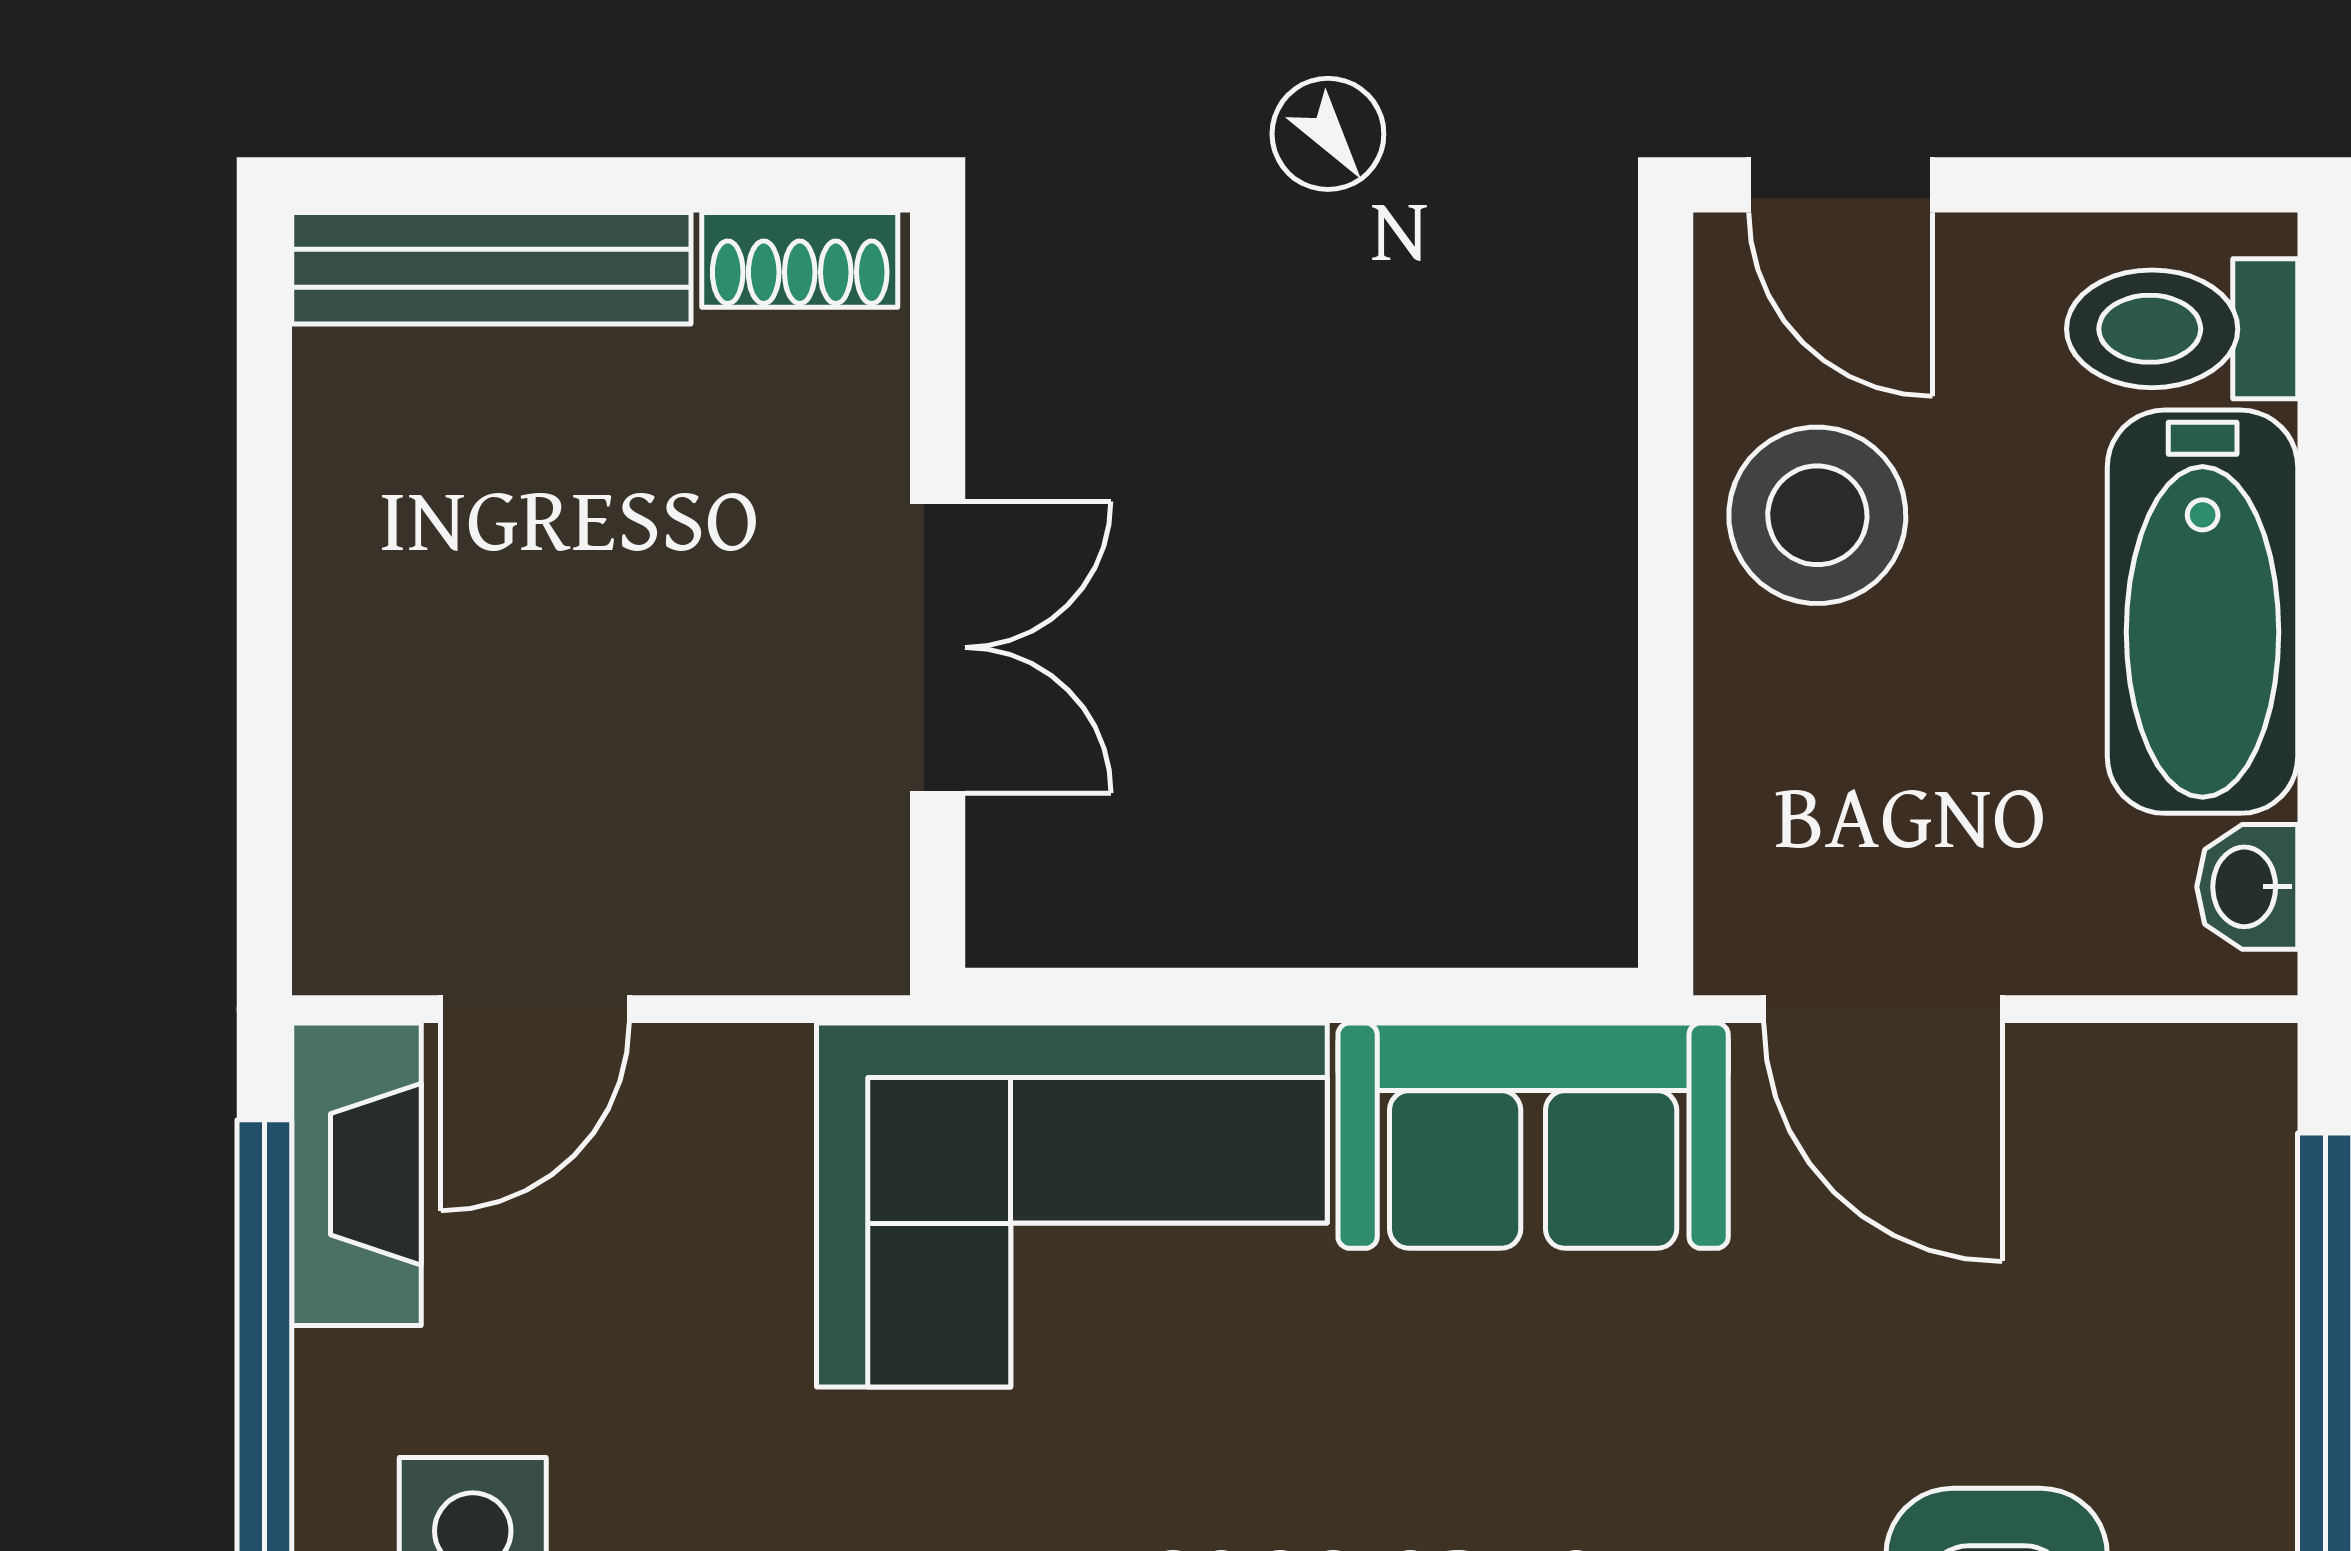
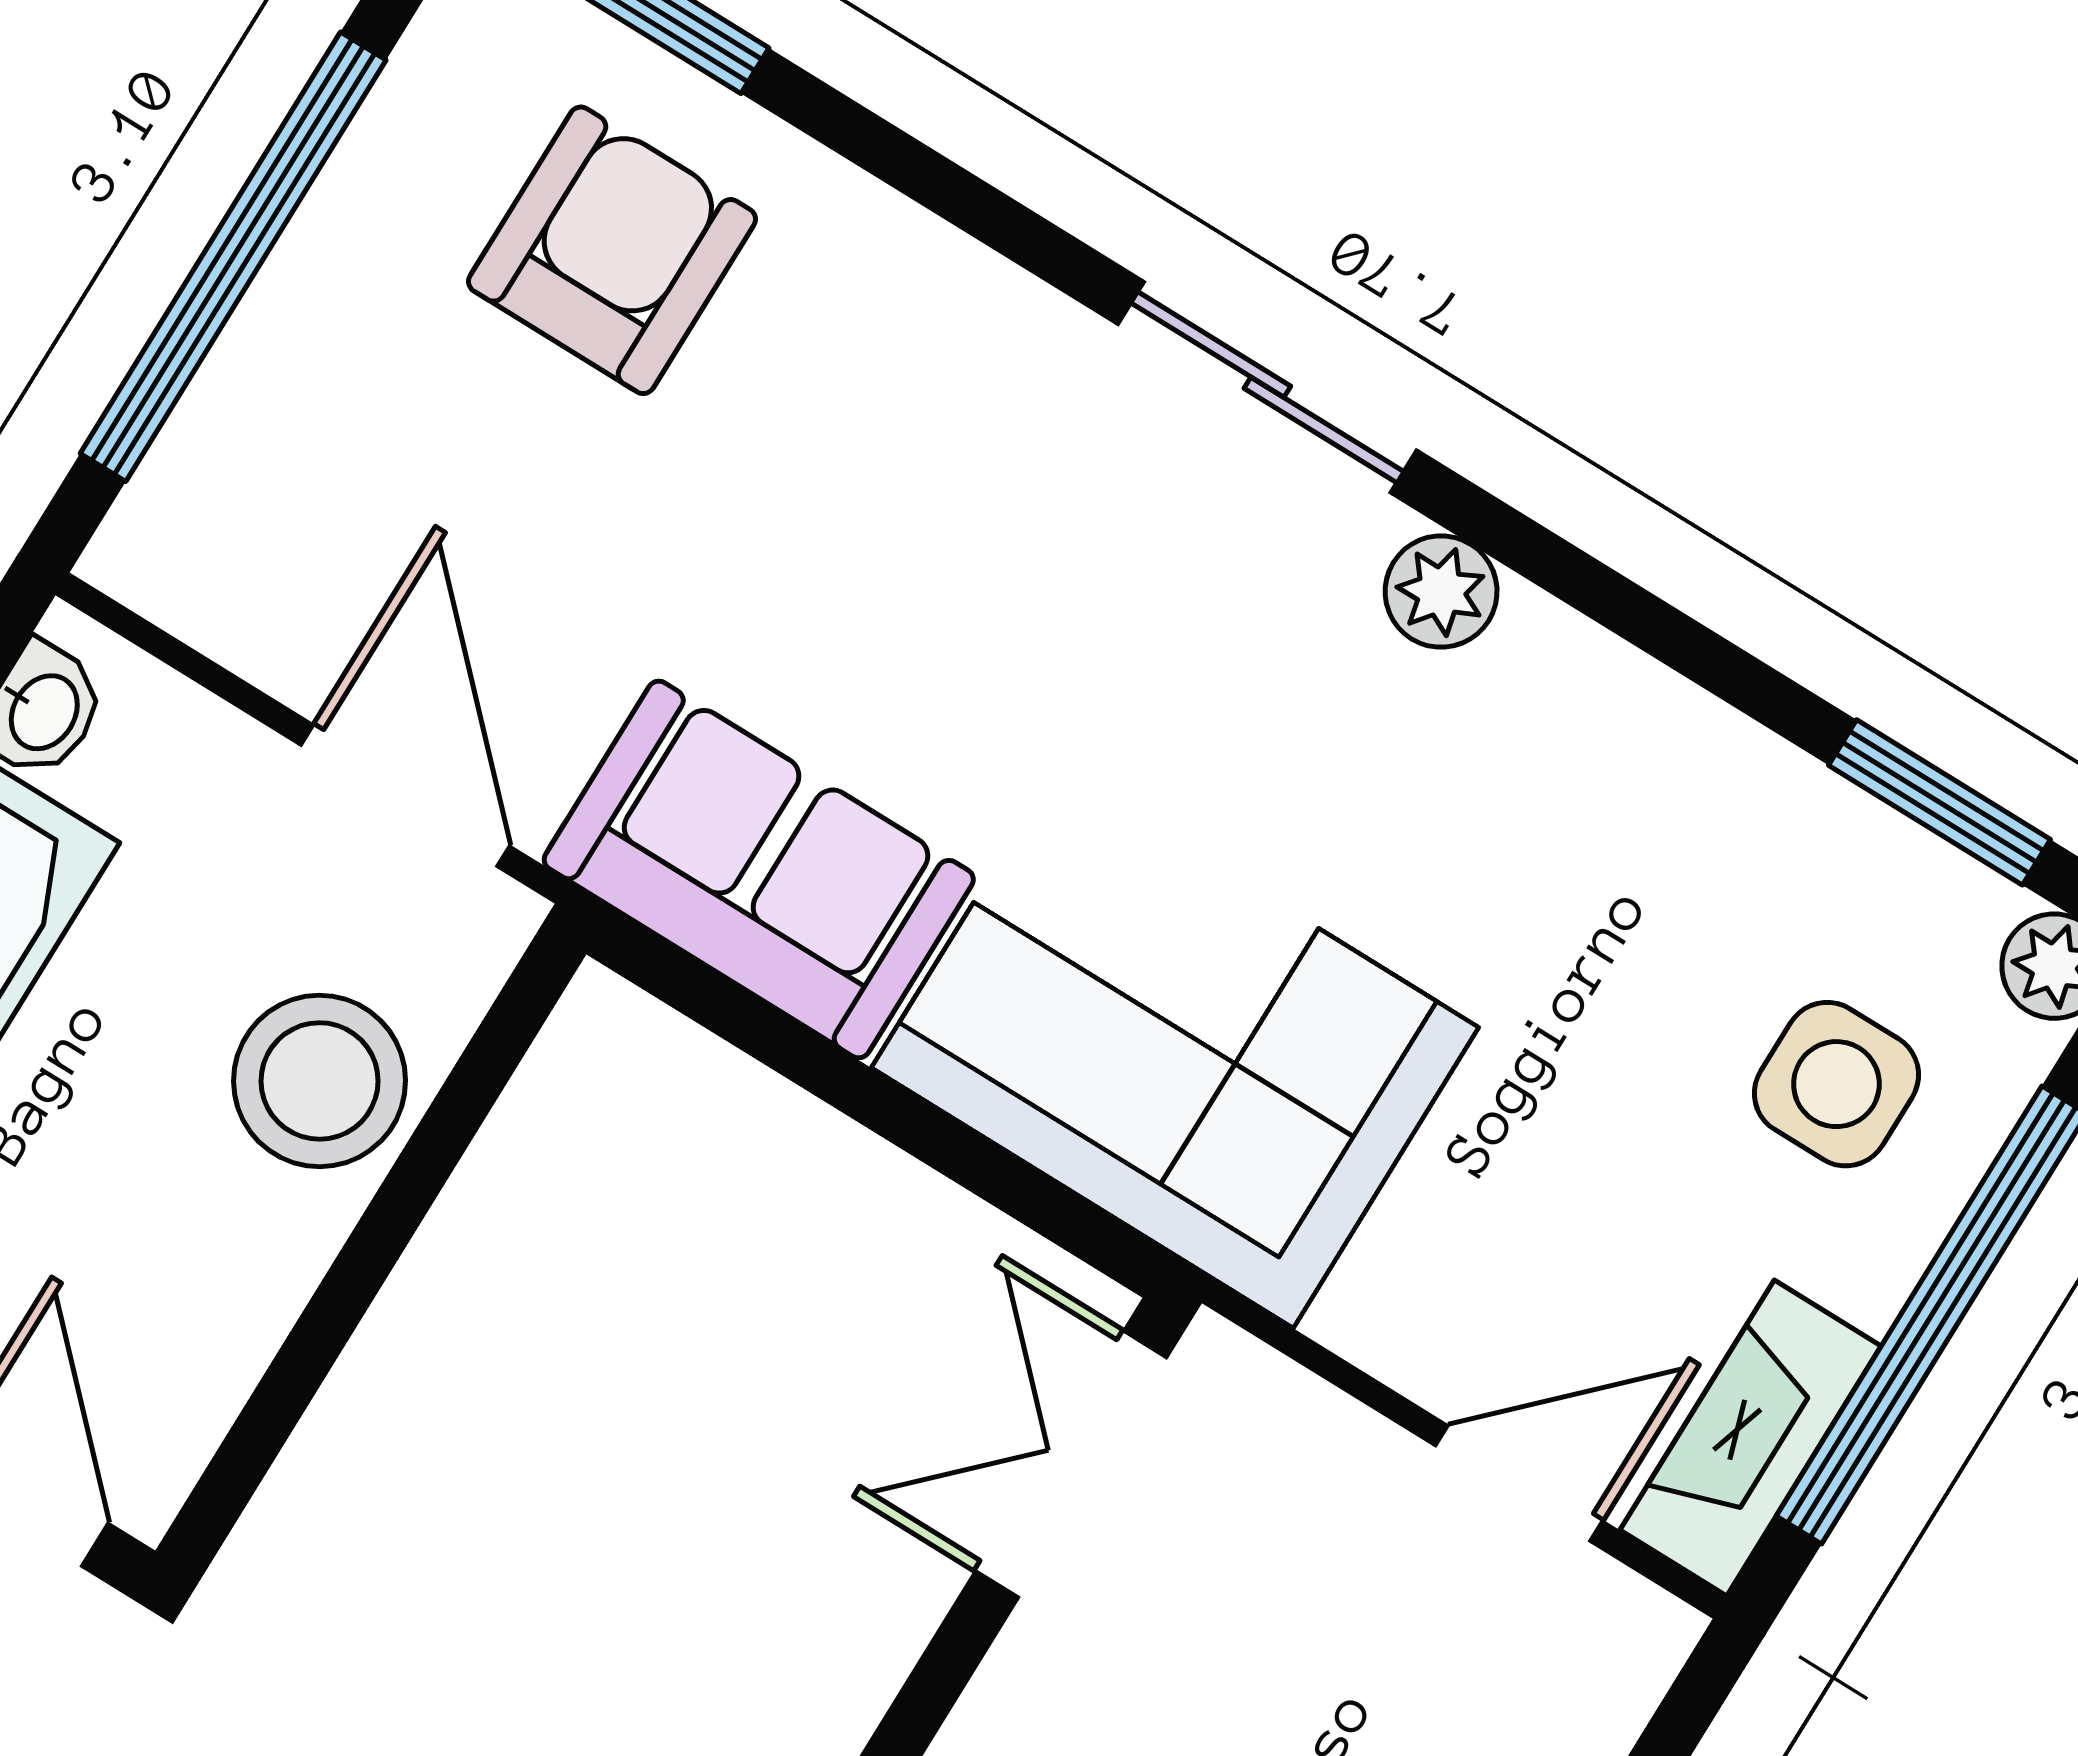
stool: (1817, 515) -> (320, 1081), moved
double door: (938, 647) -> (1071, 1464), moved

